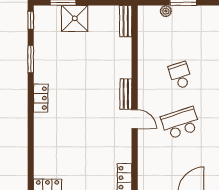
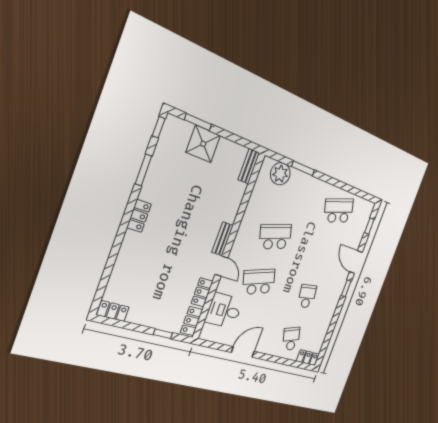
plant: (166, 11) -> (280, 174), width x1.87, depth x1.87
school desk: (180, 75) -> (275, 237), width x1.85
locker: (125, 148) -> (202, 292), added
desk: (154, 160) -> (224, 311), added

